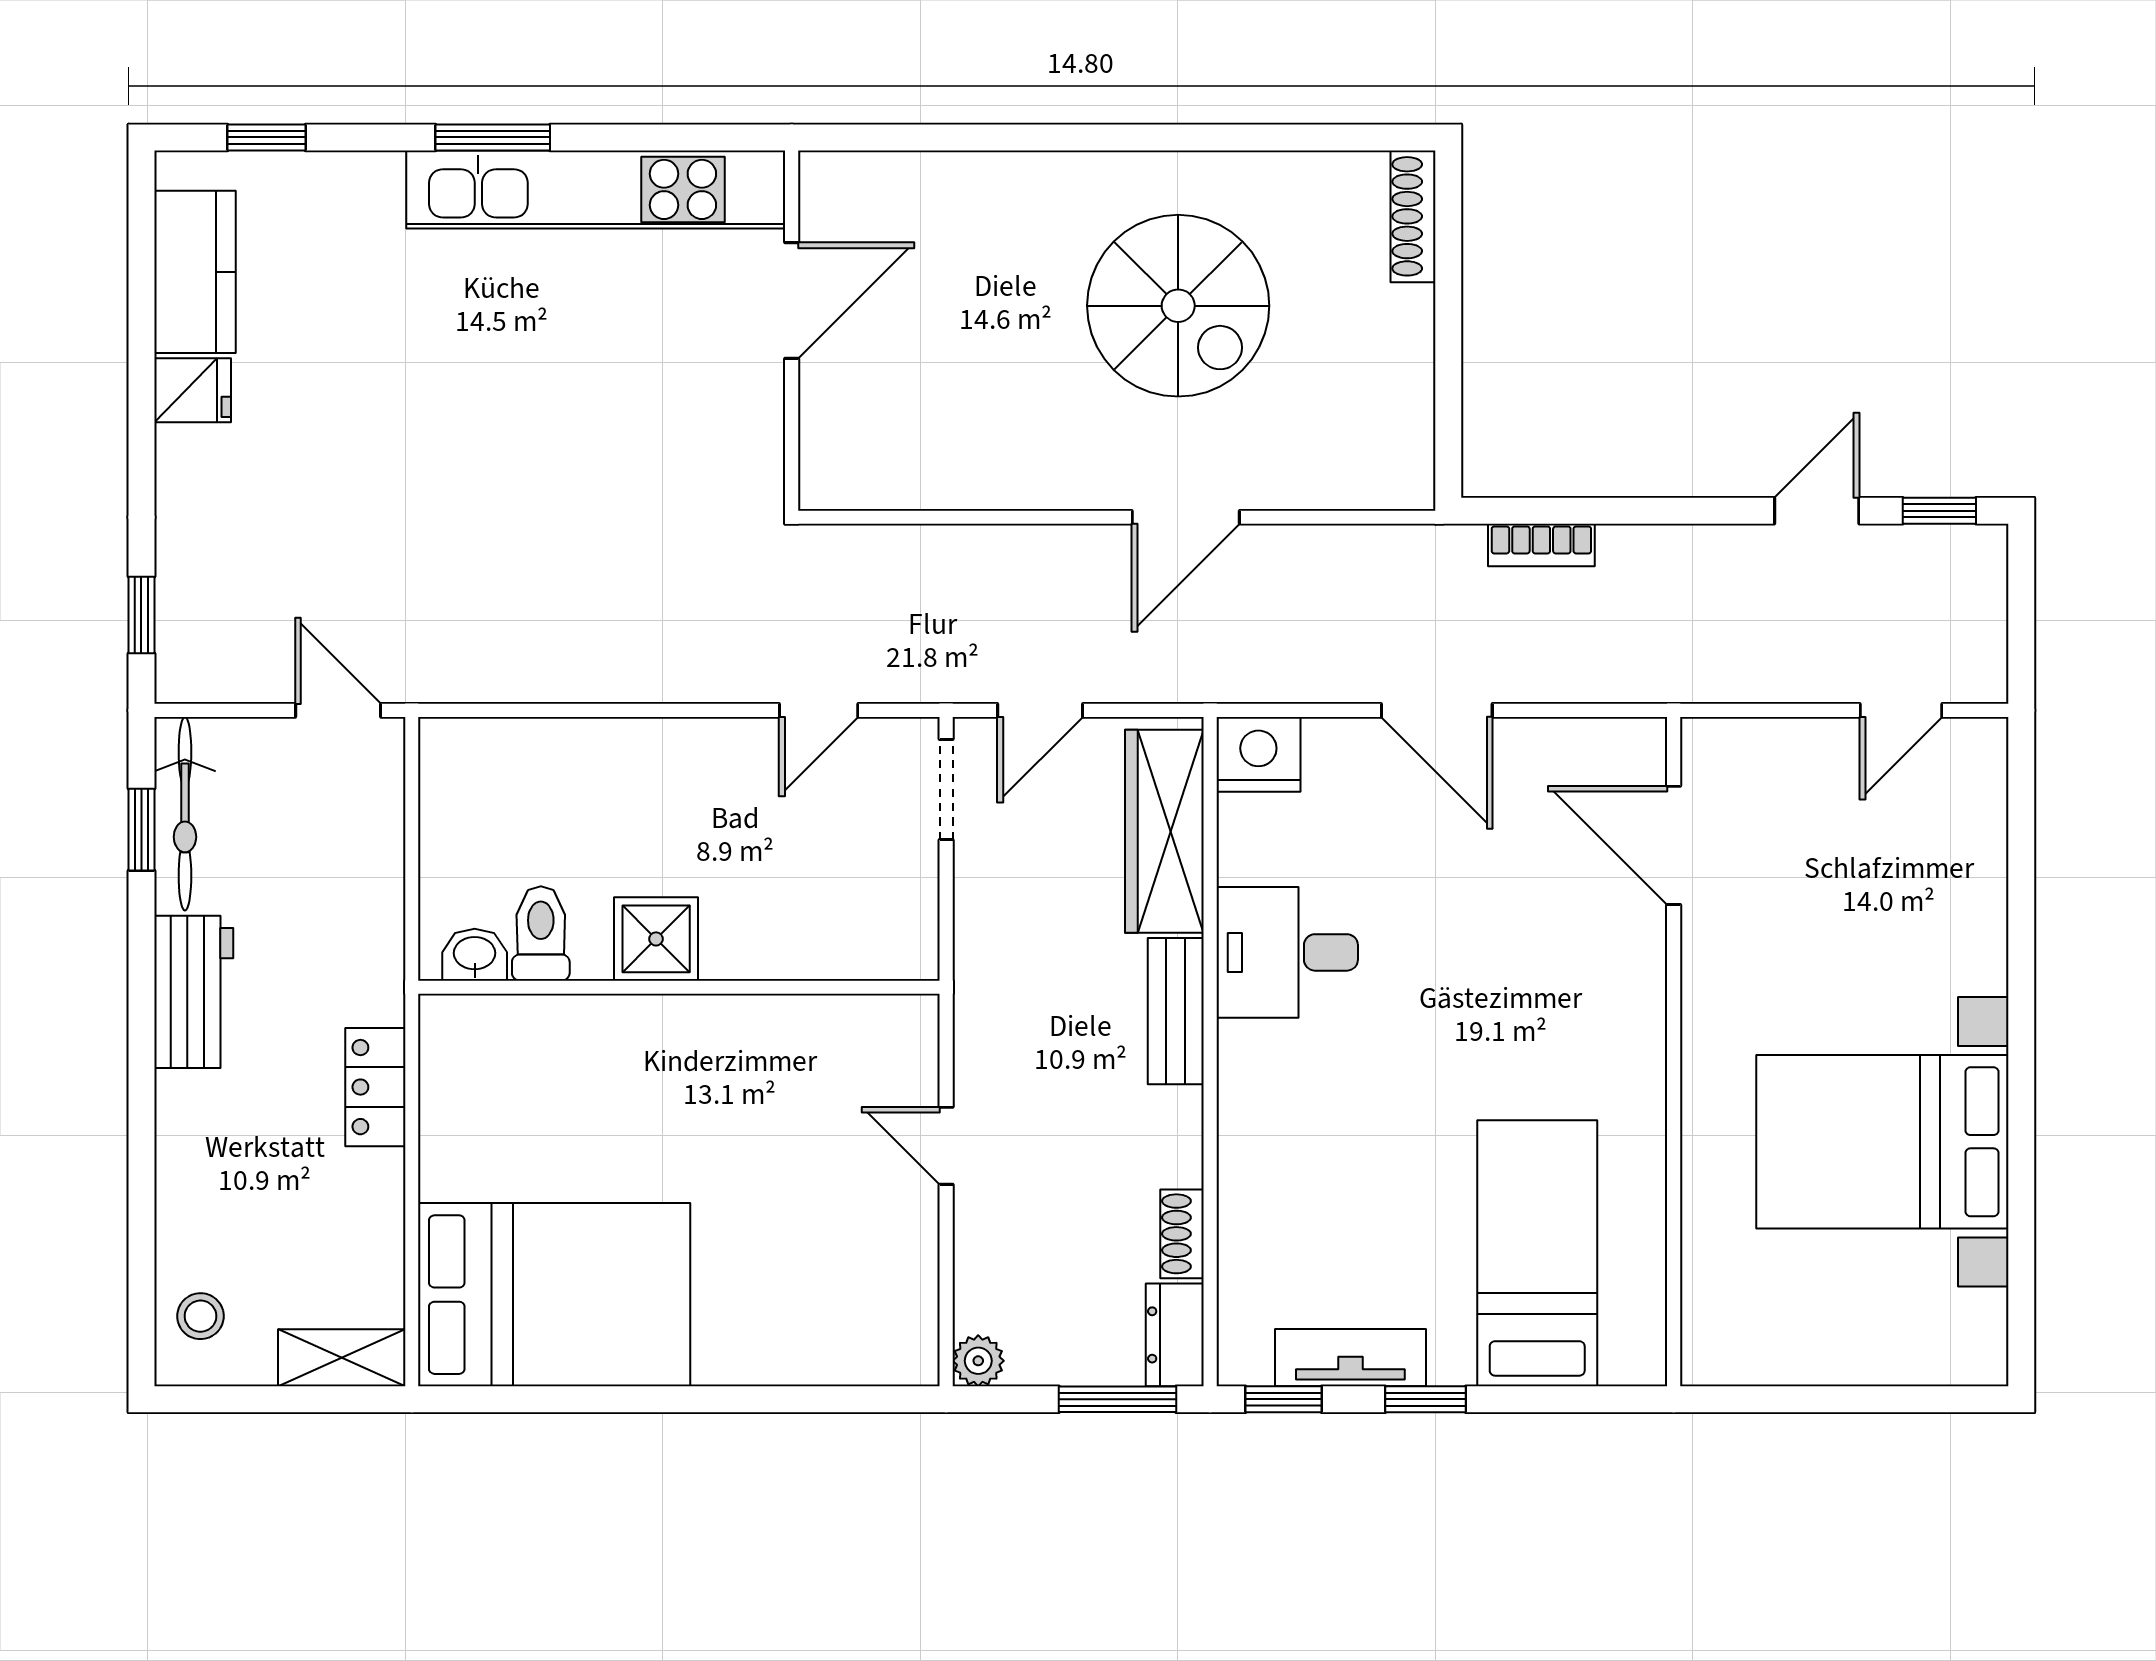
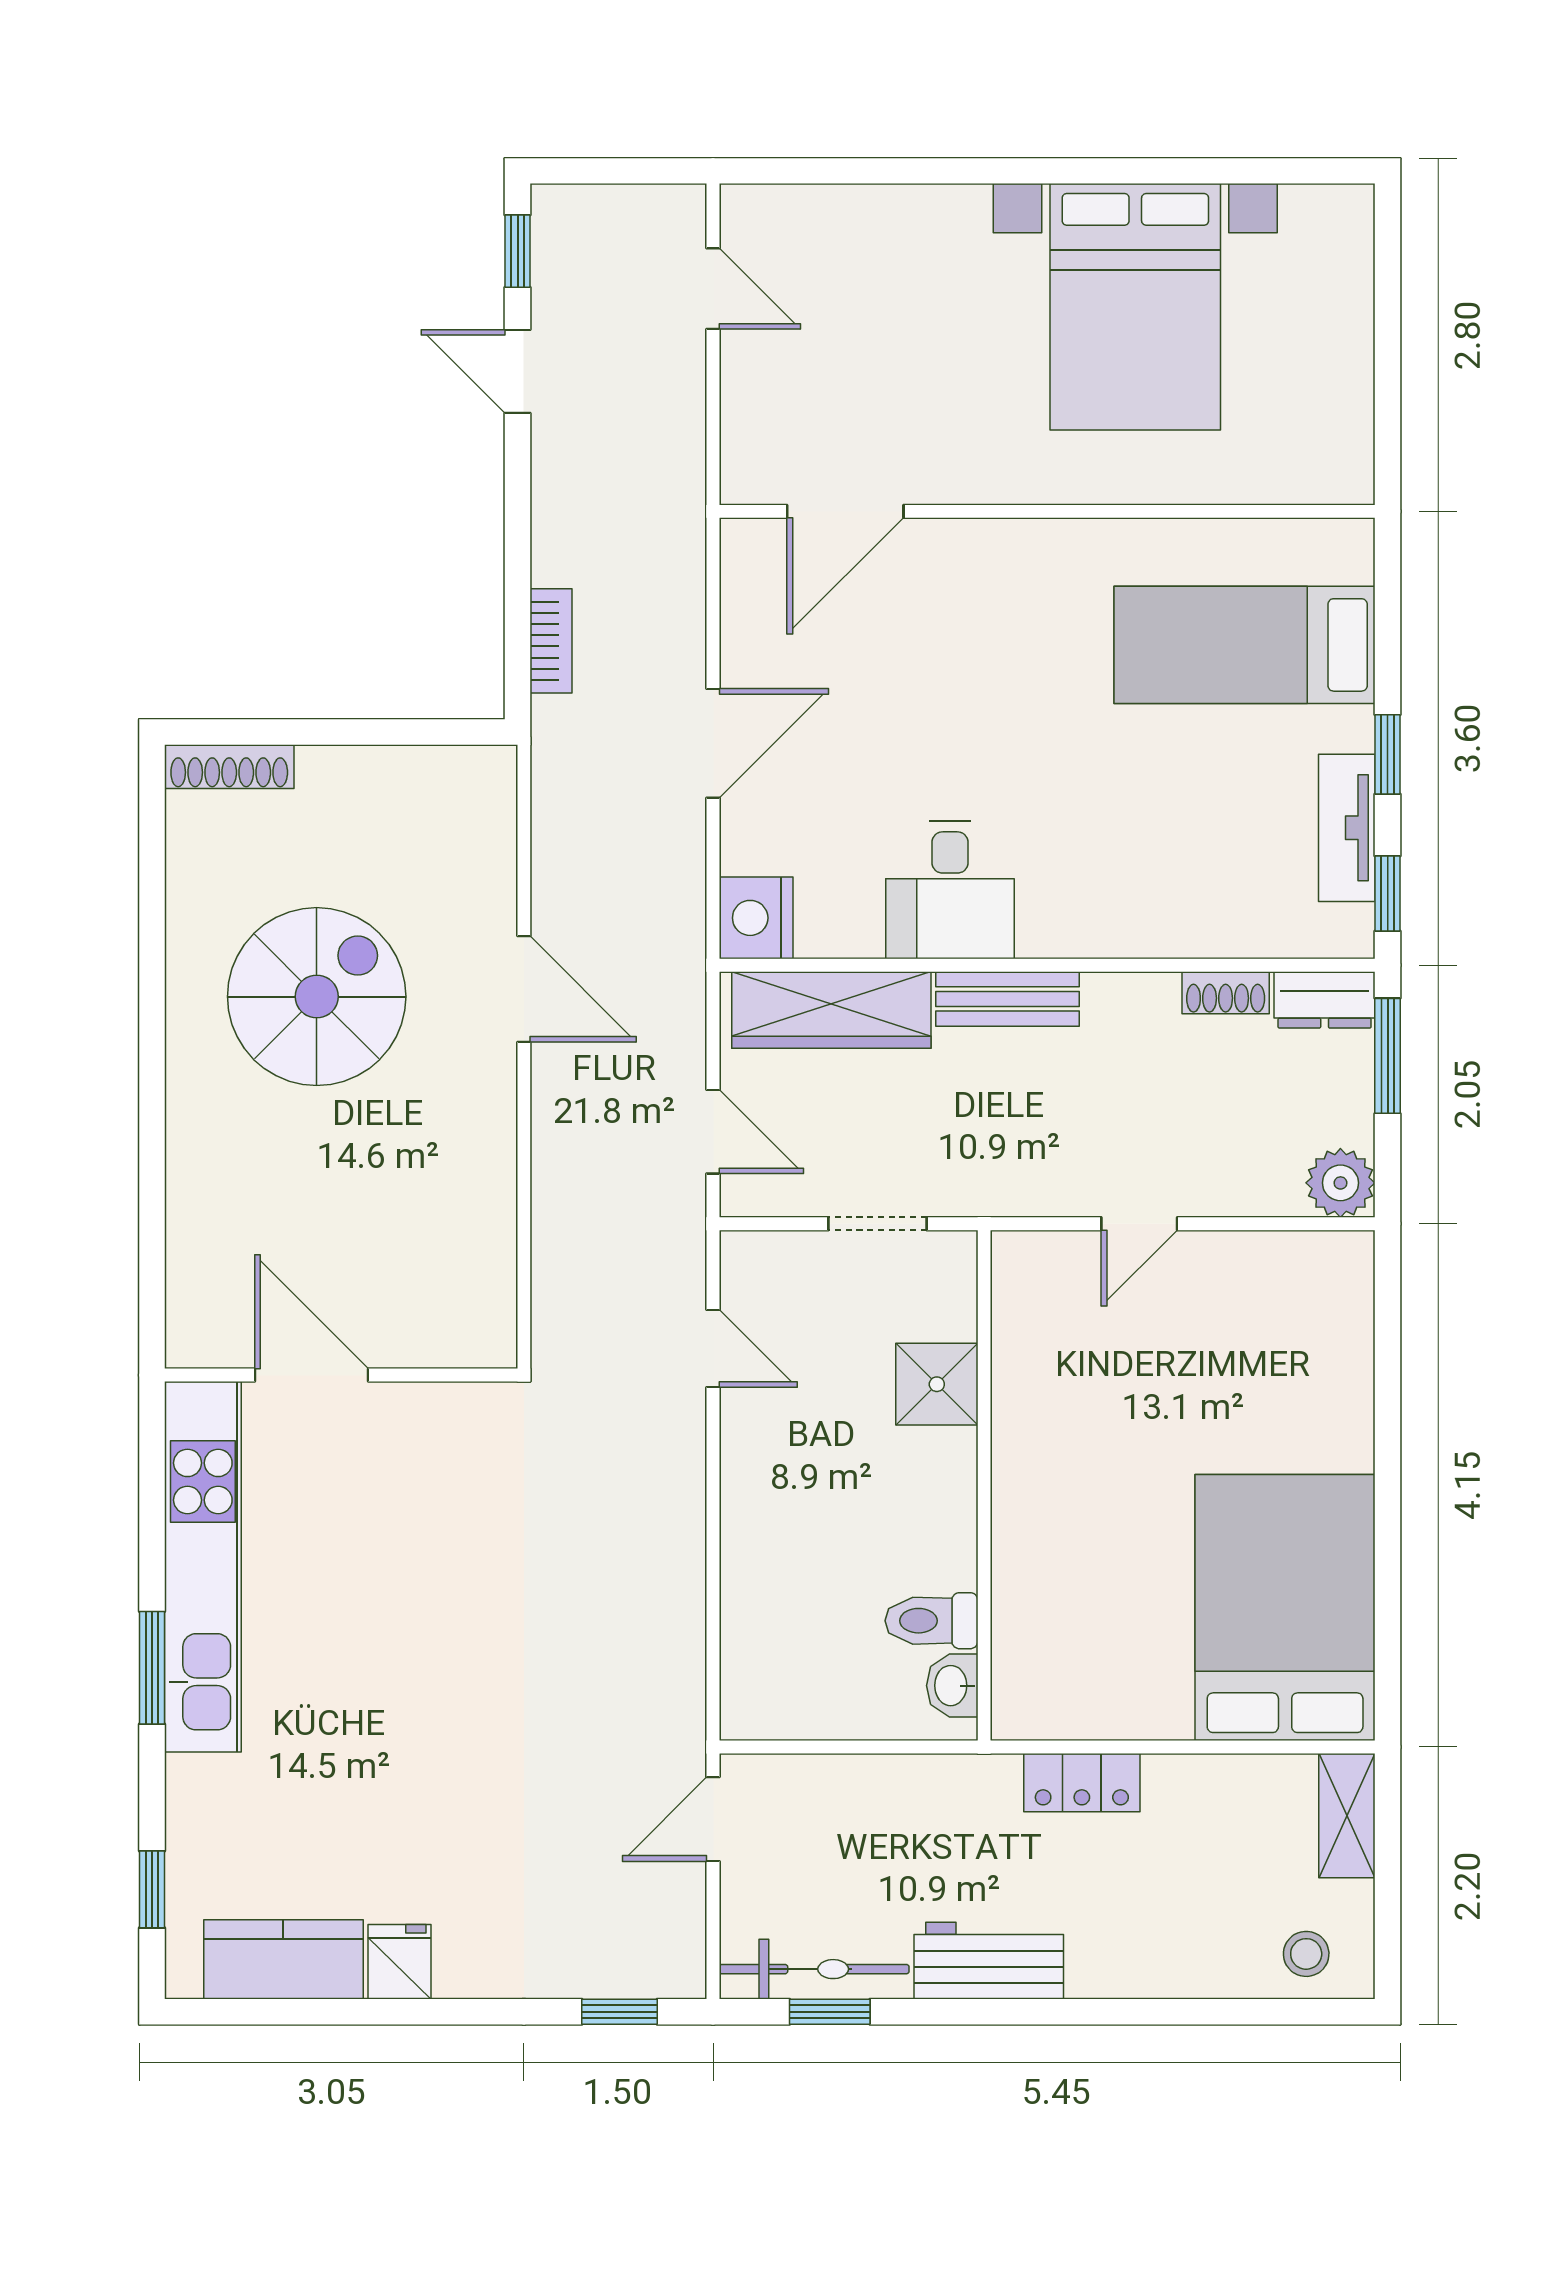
doorway: (946, 790) -> (877, 1224), moved
shower: (656, 939) -> (937, 1384), moved
plant: (978, 1361) -> (1340, 1183), width x1.38, depth x1.38

